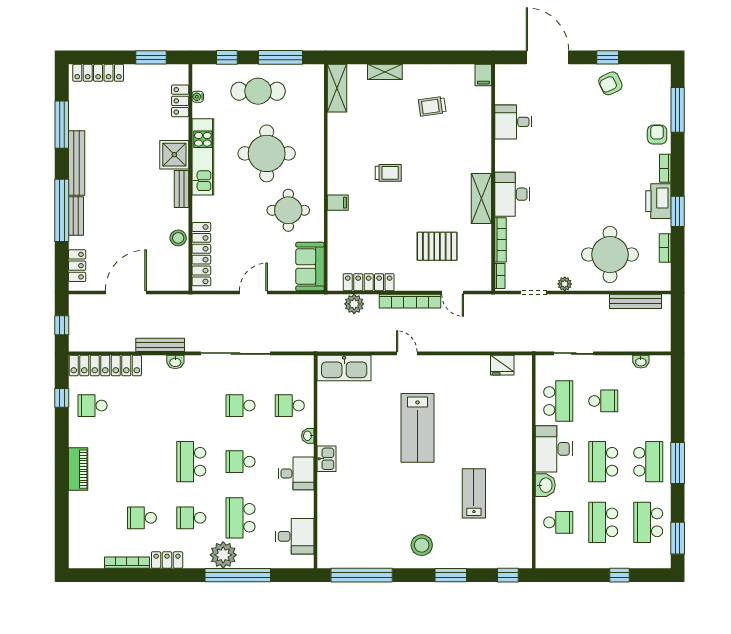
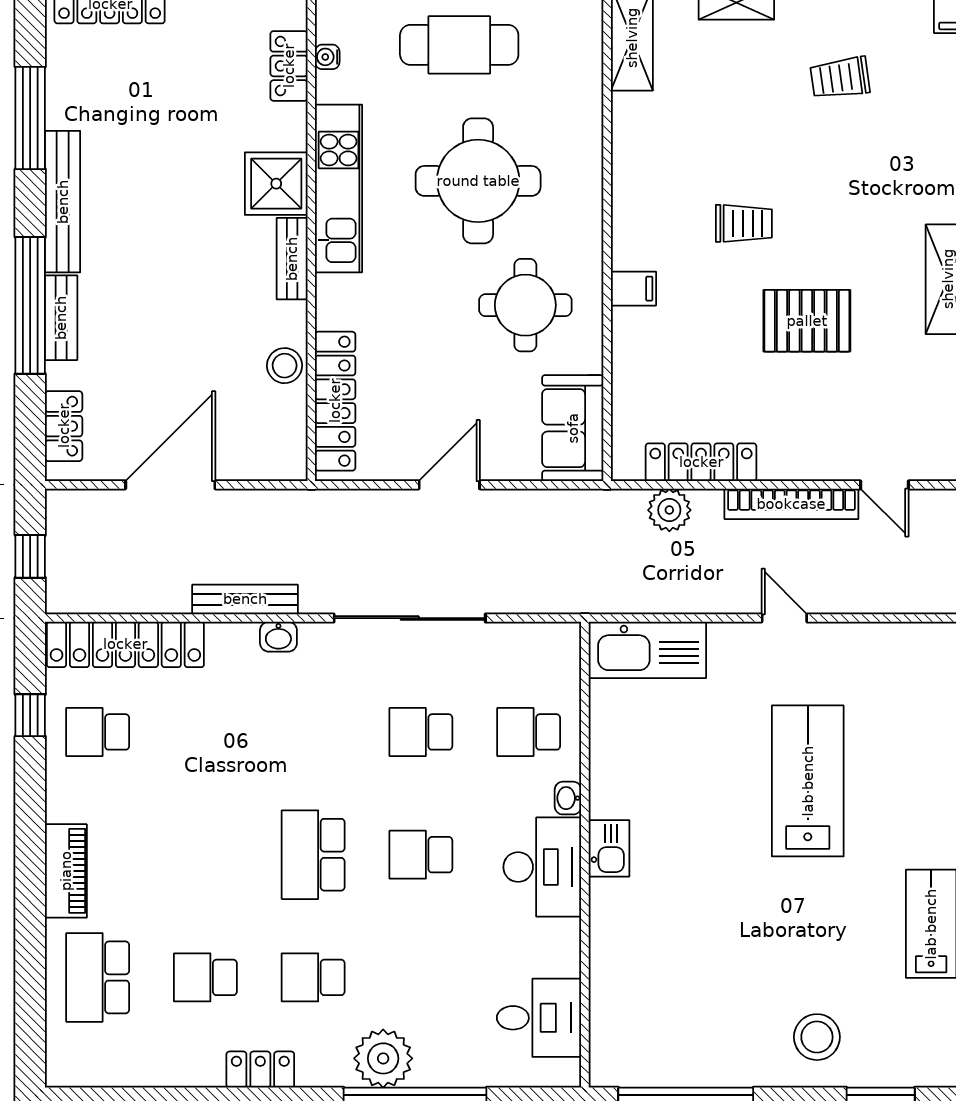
pallet: (437, 246) -> (807, 321), moved
lab bench: (417, 428) -> (808, 781), turned 180
desk: (296, 473) -> (542, 867), width x1.37
school desk: (240, 518) -> (98, 977), moved
bookcase: (127, 563) -> (173, 1075), removed

